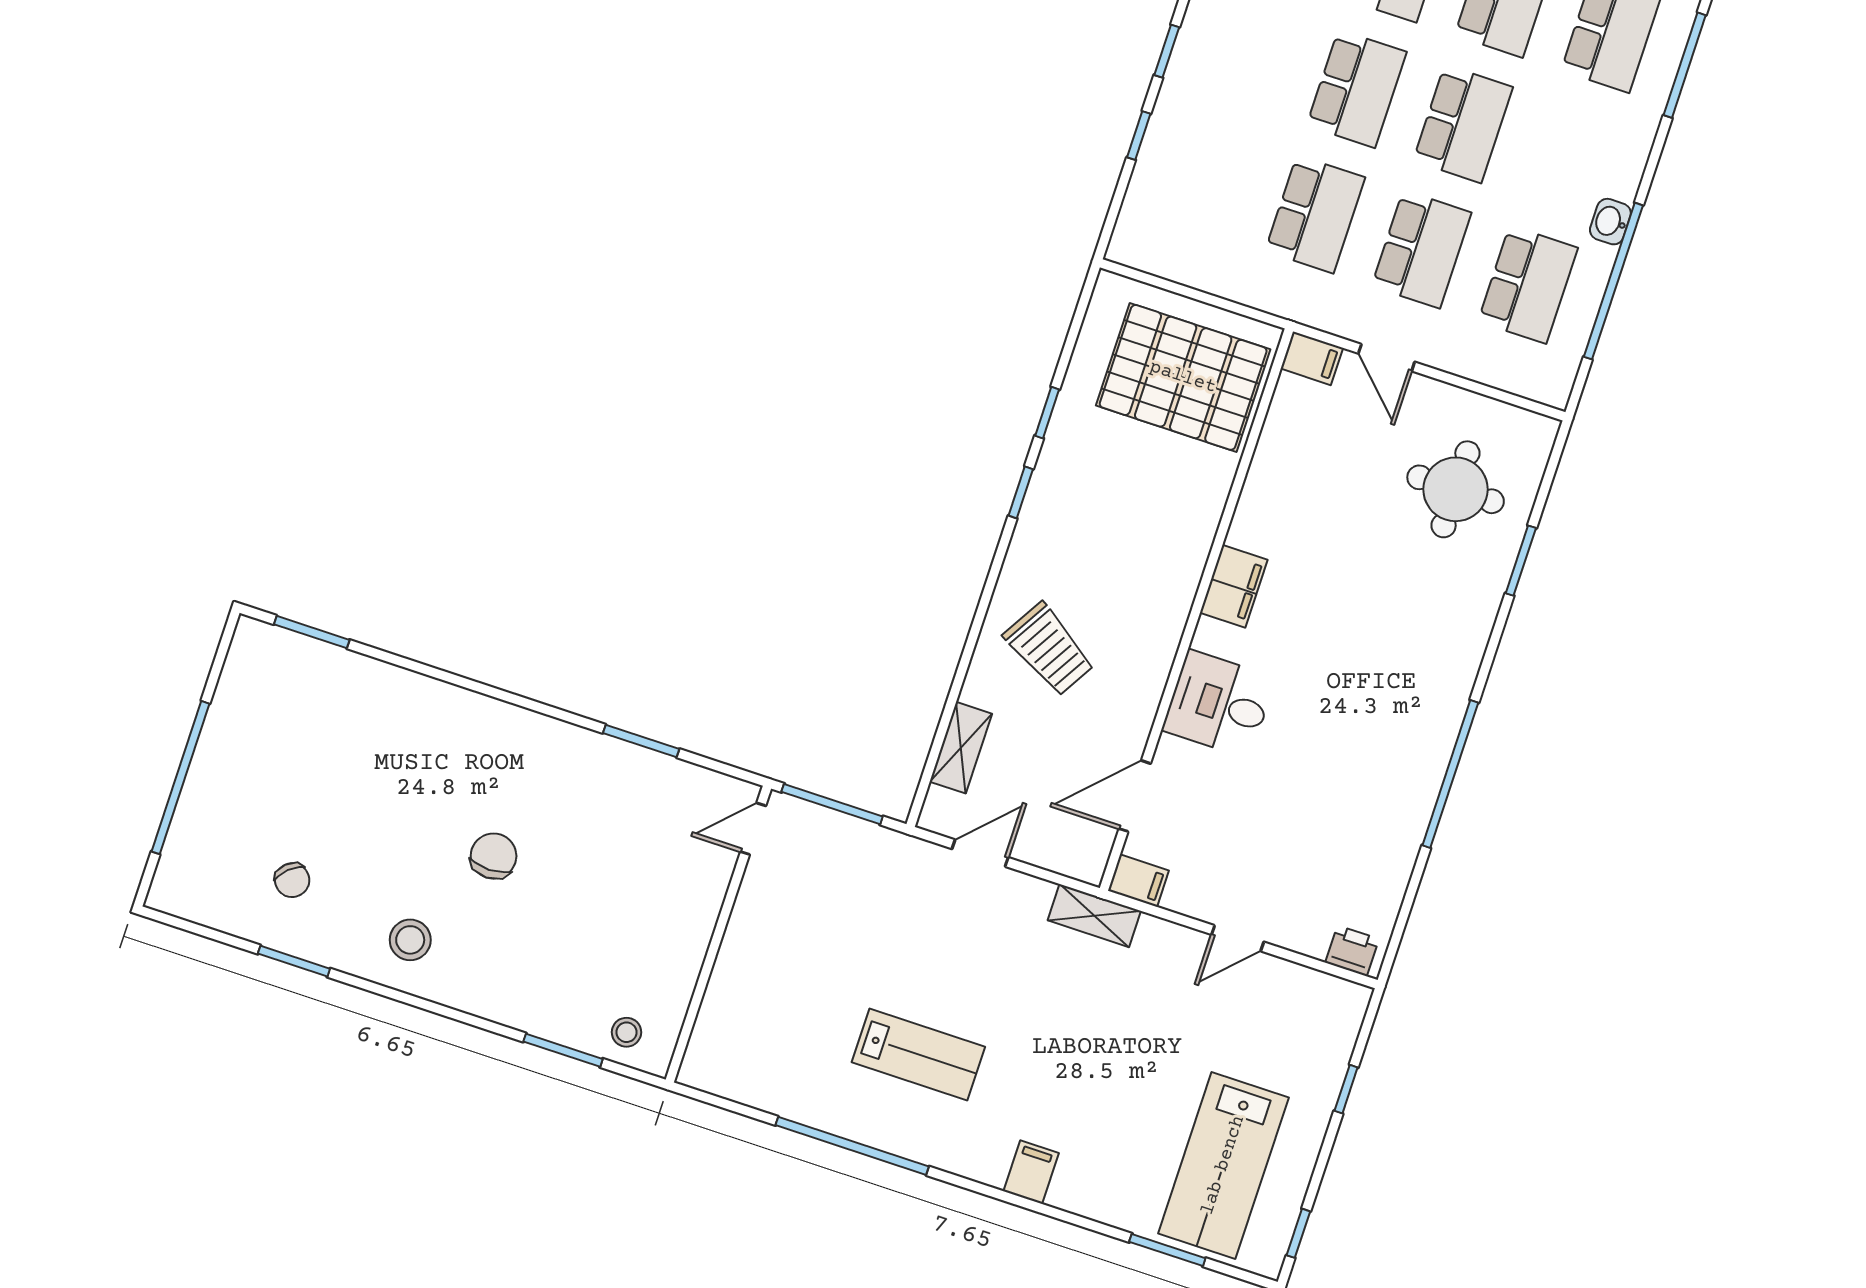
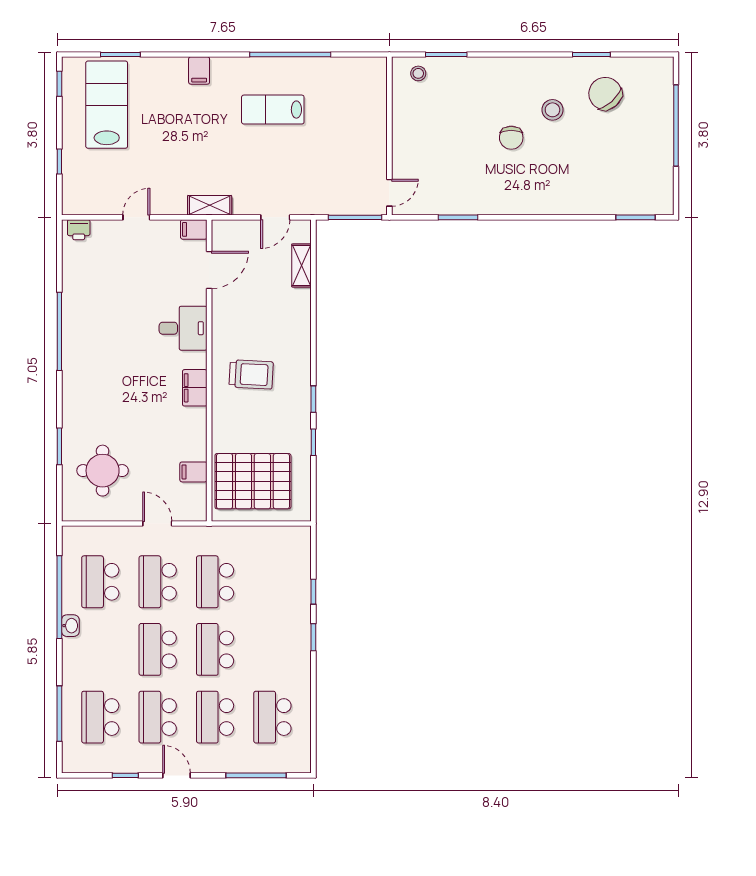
filing cabinet: (1312, 358) -> (193, 472), moved
trolley: (1049, 649) -> (251, 374), moved, turned 152
chair: (292, 880) -> (605, 94), width x1.87, depth x1.87
stool: (410, 940) -> (552, 110), moved

